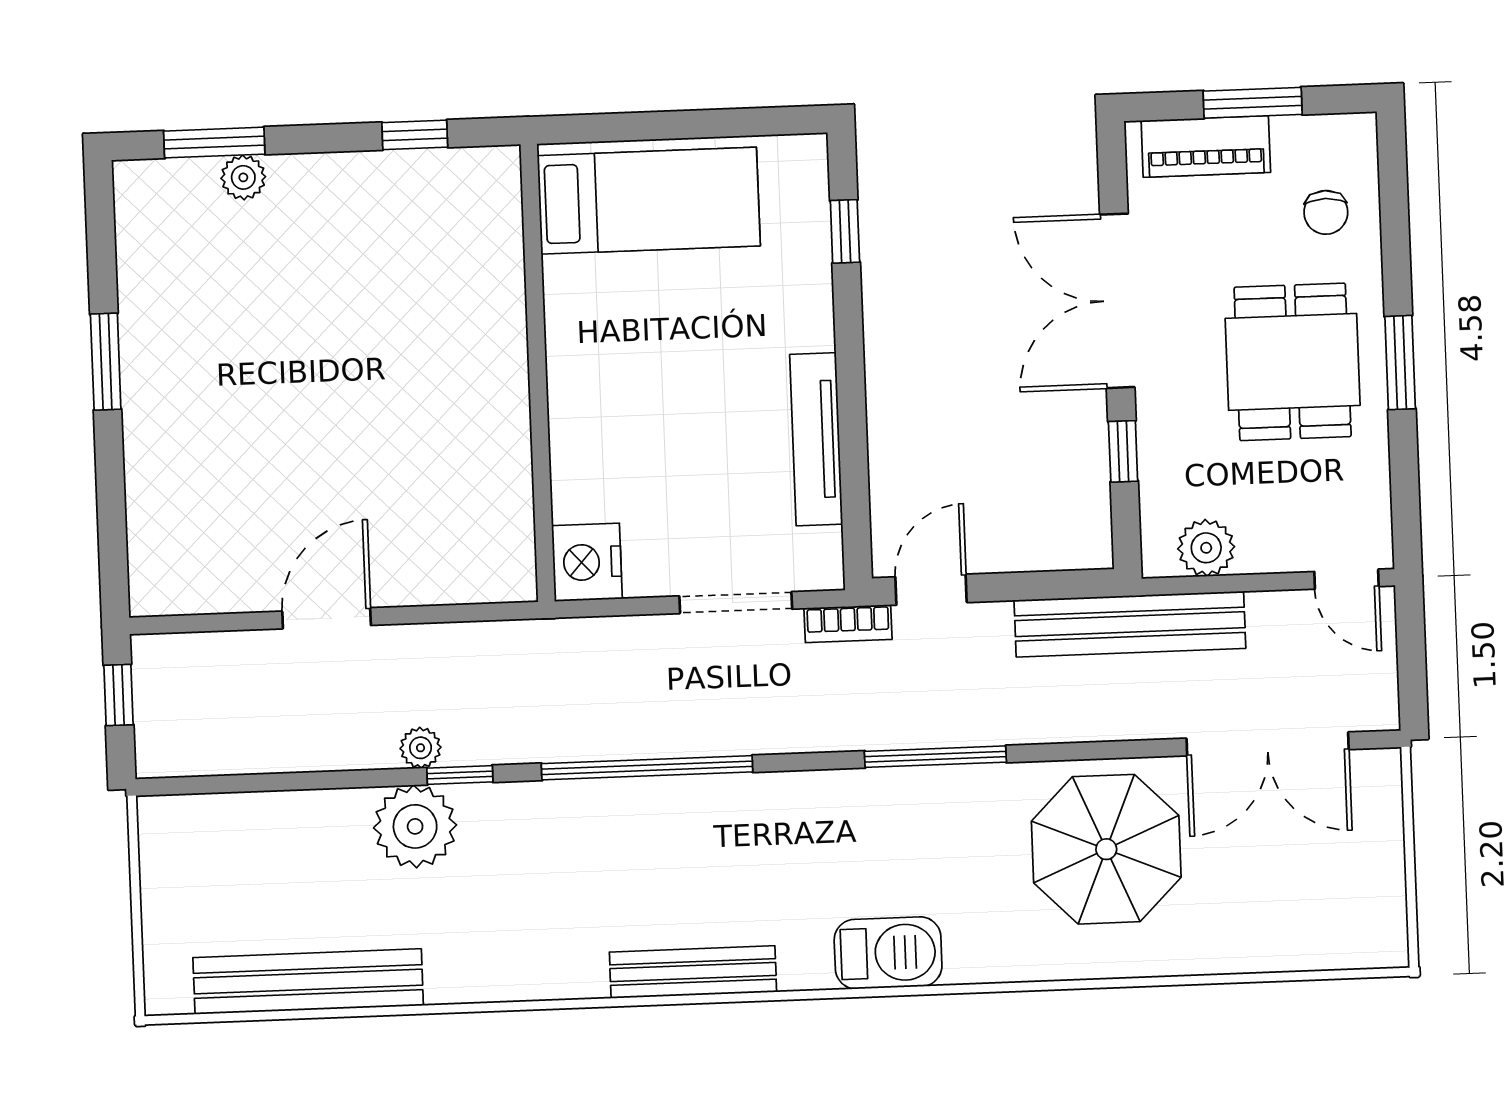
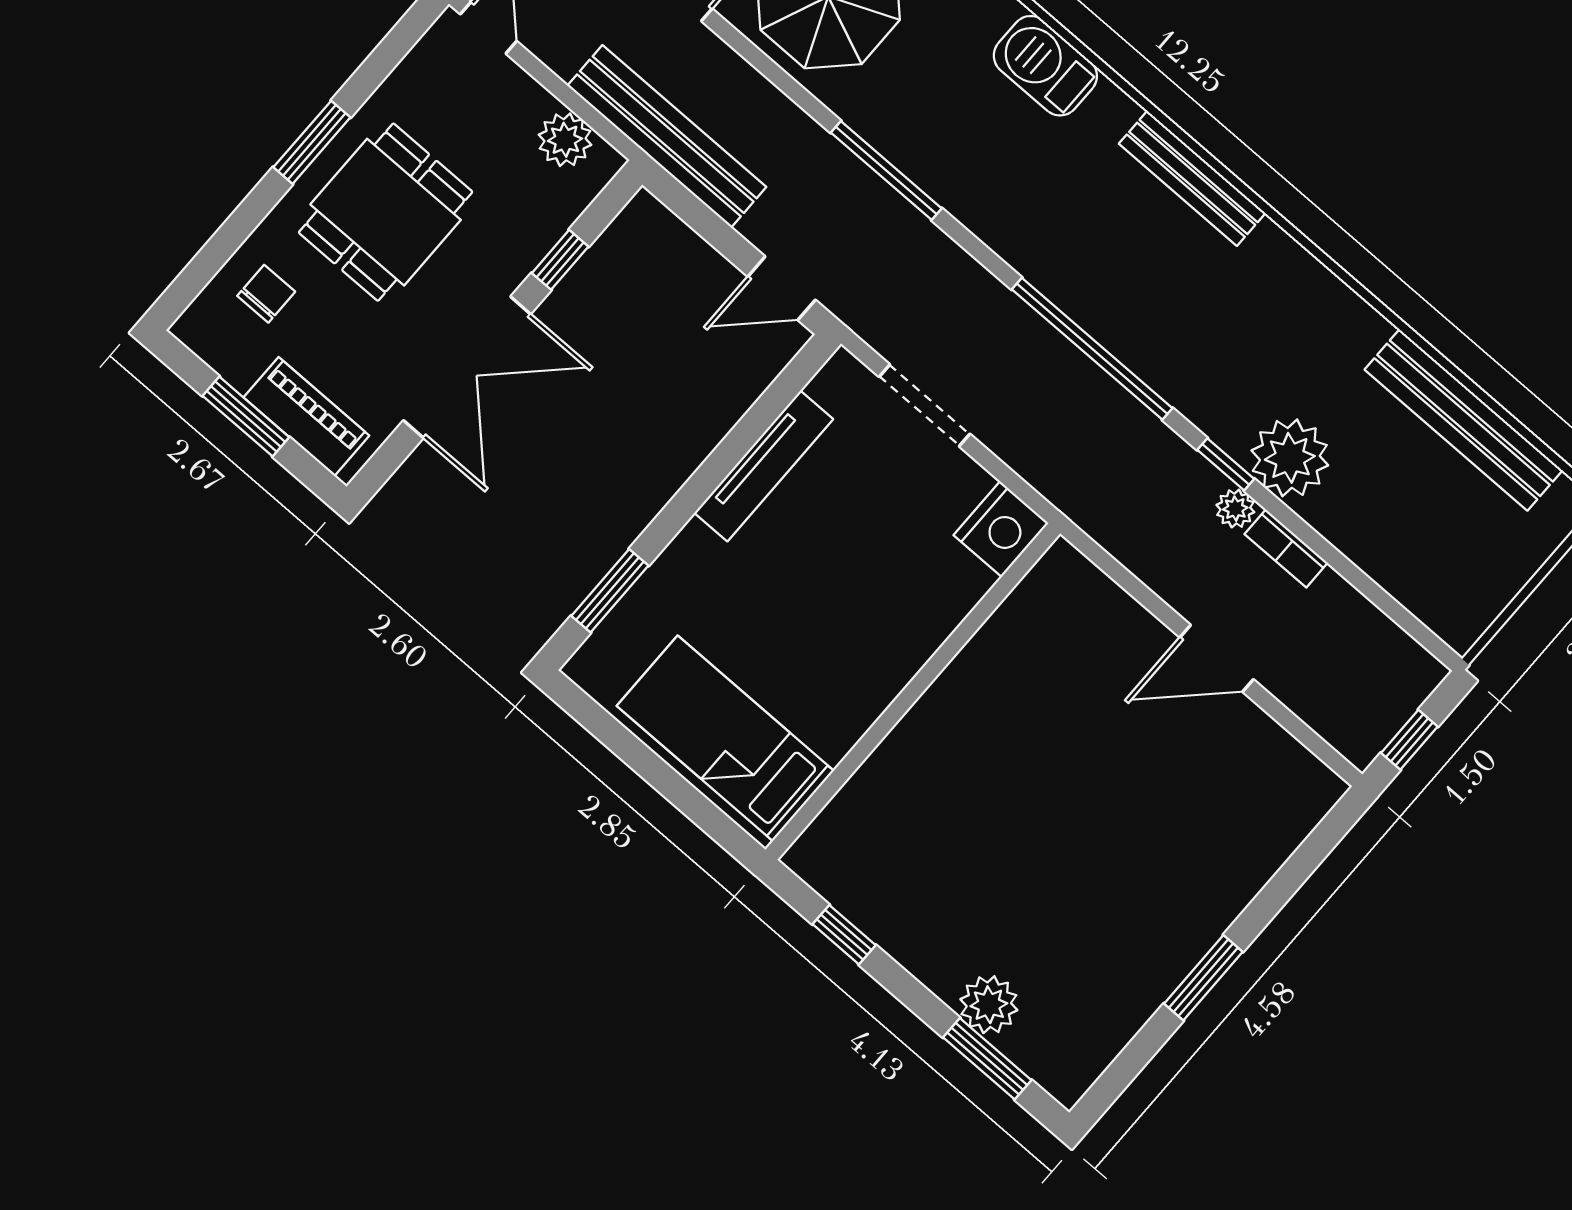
plant: (243, 177) -> (989, 1005), width x1.38, depth x1.38
window: (845, 231) -> (610, 591), width x1.50
bookcase: (848, 624) -> (1286, 548), moved, turned 180

